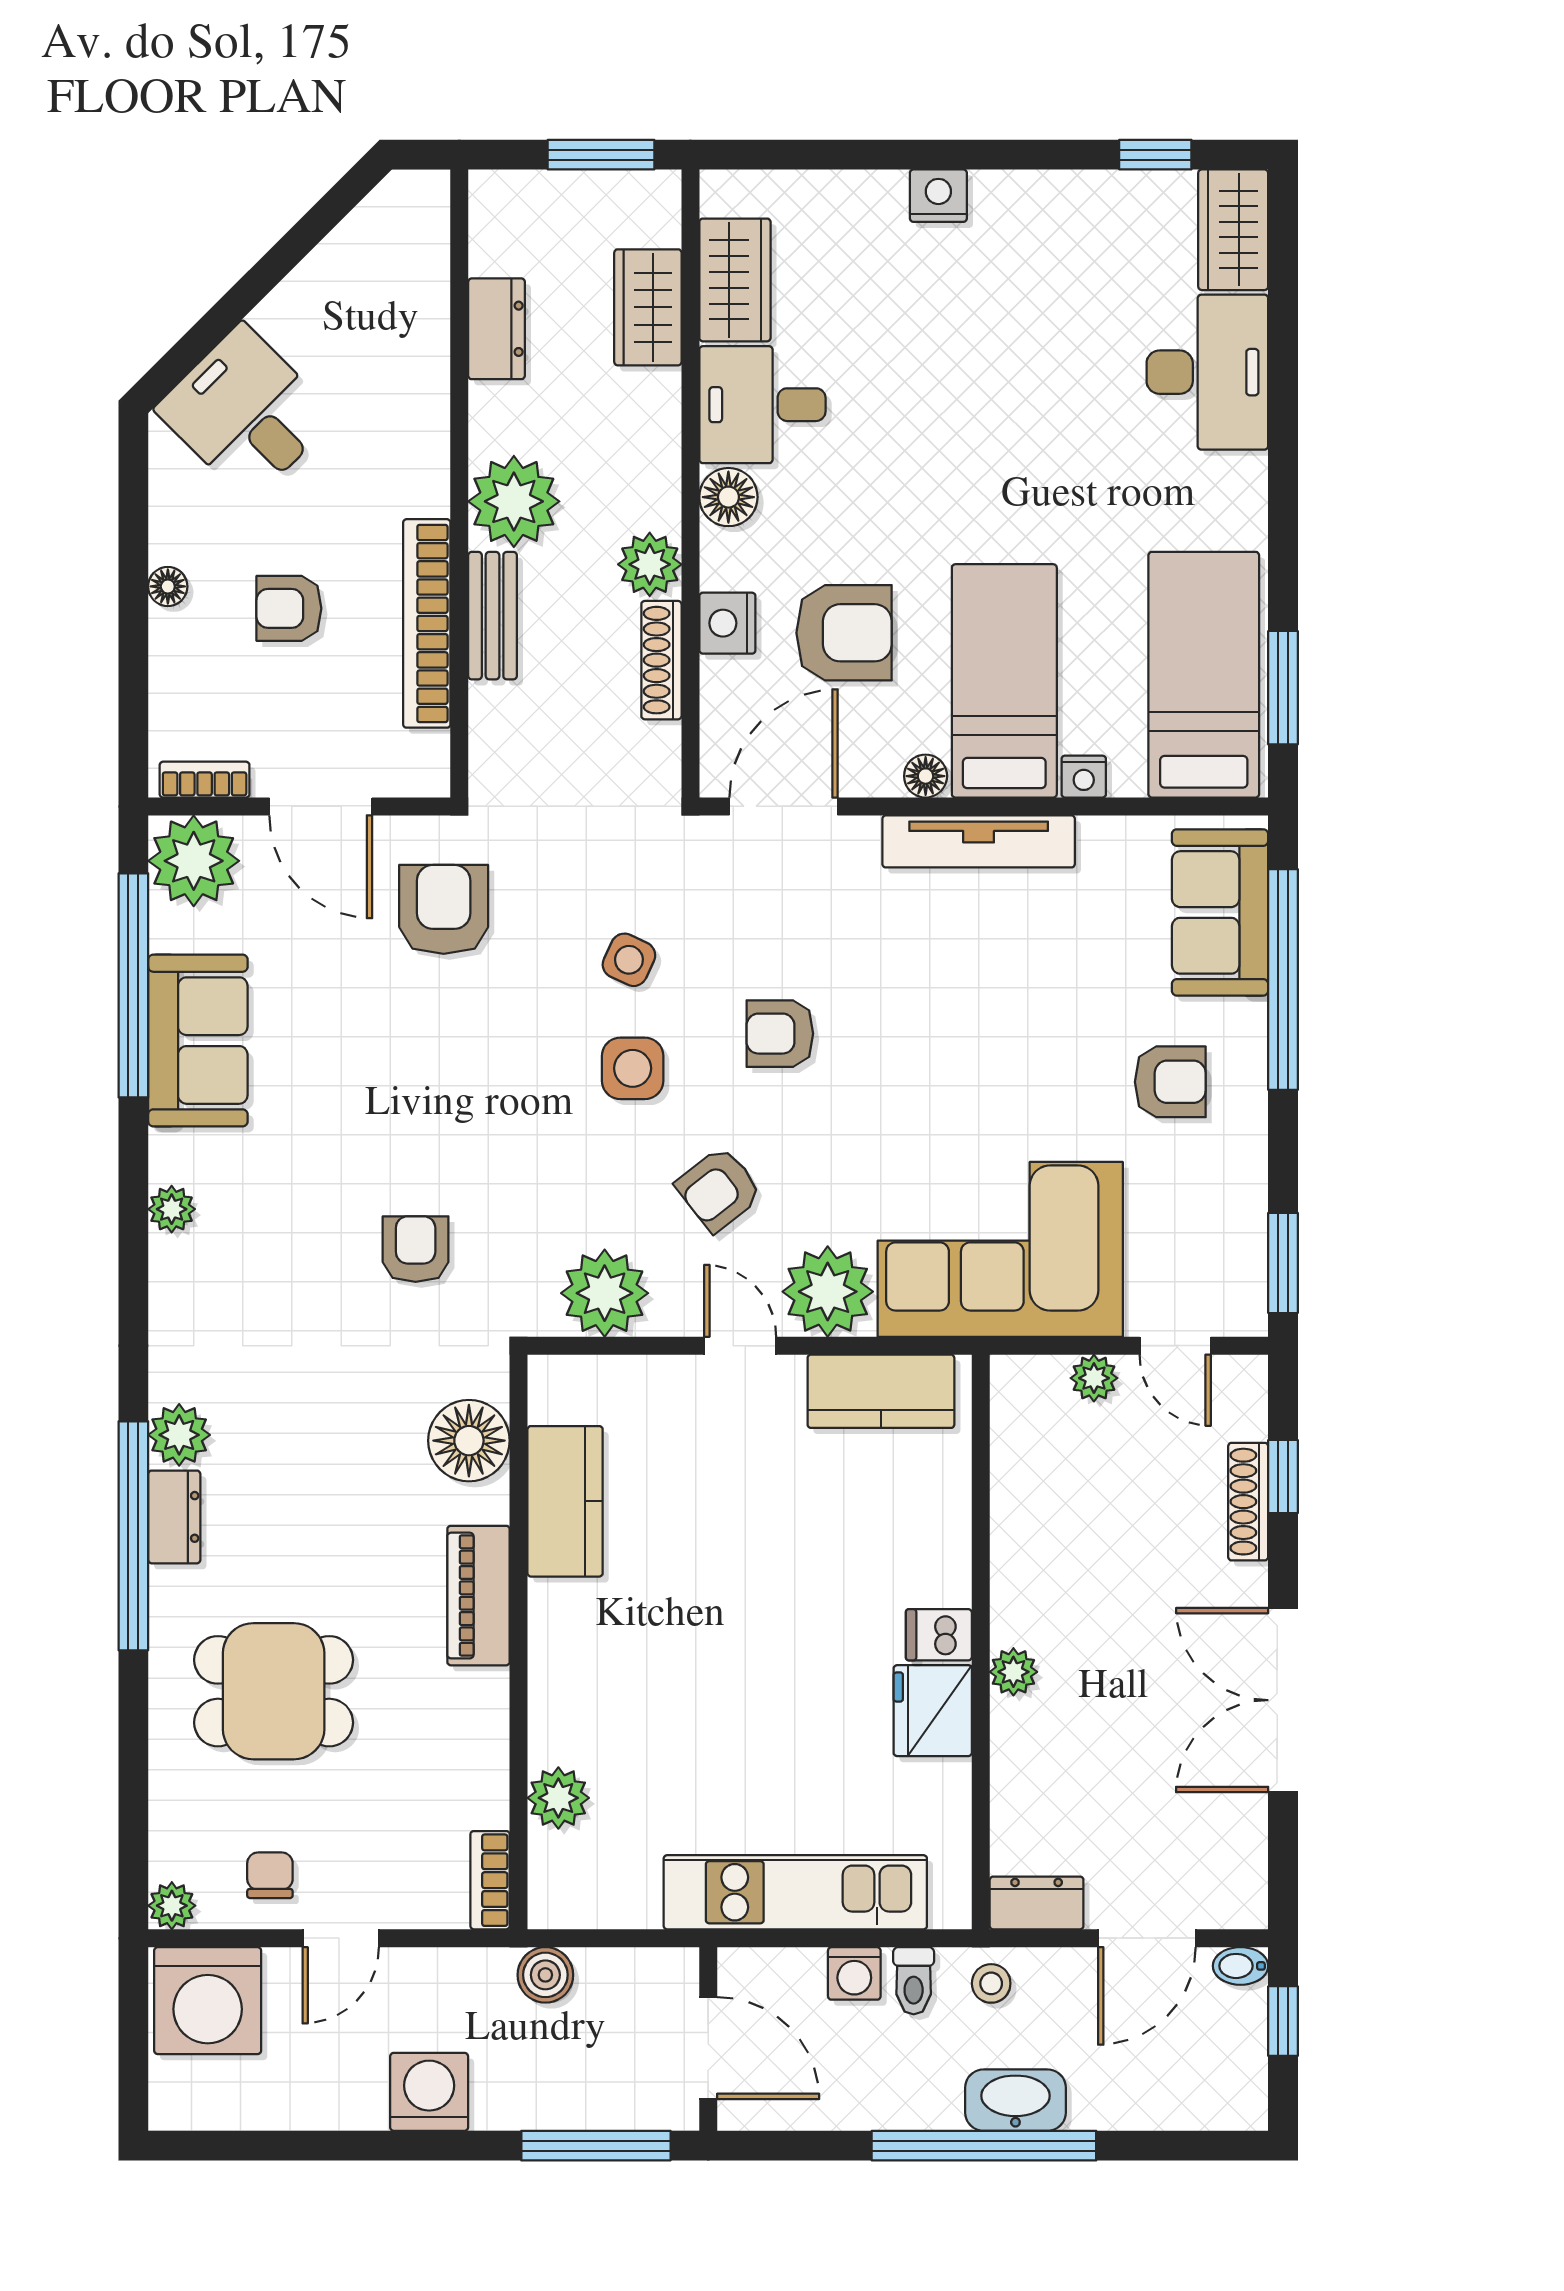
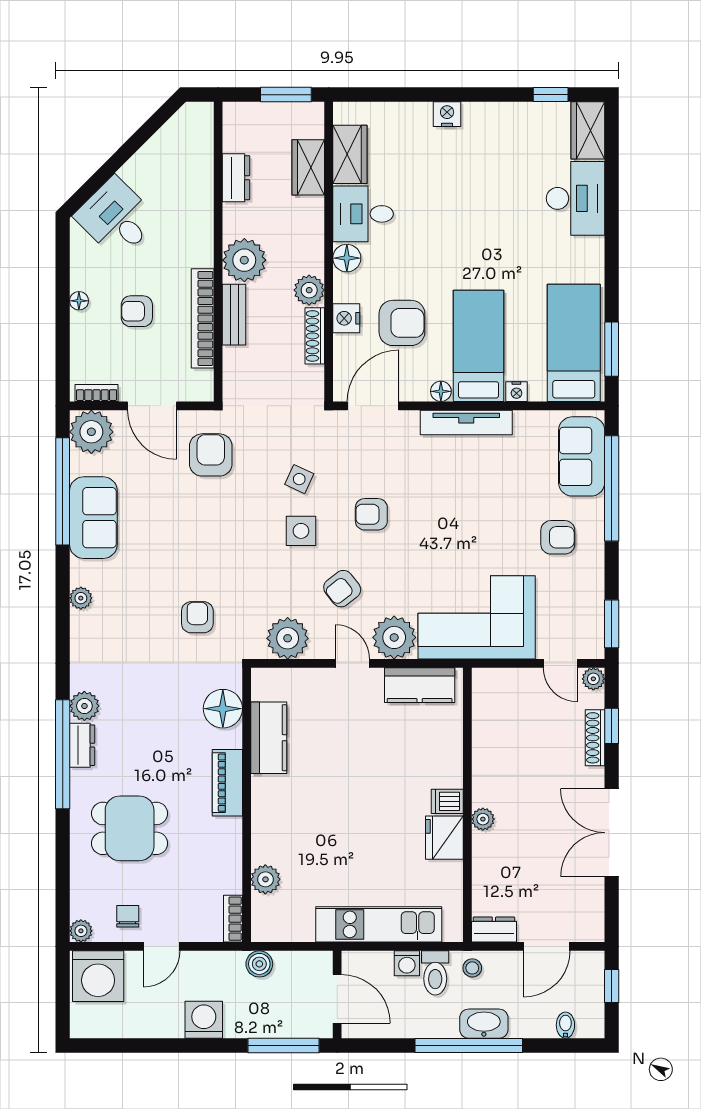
plant: (1094, 1378) -> (593, 679), moved
bidet: (1240, 1966) -> (565, 1025), moved, turned 90
toilet: (914, 1981) -> (435, 973), width x1.37, depth x1.39

